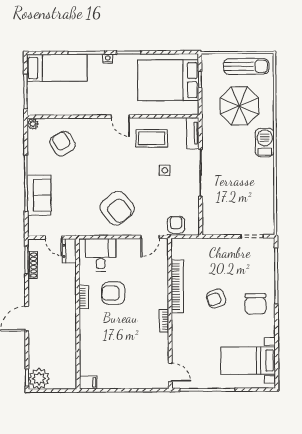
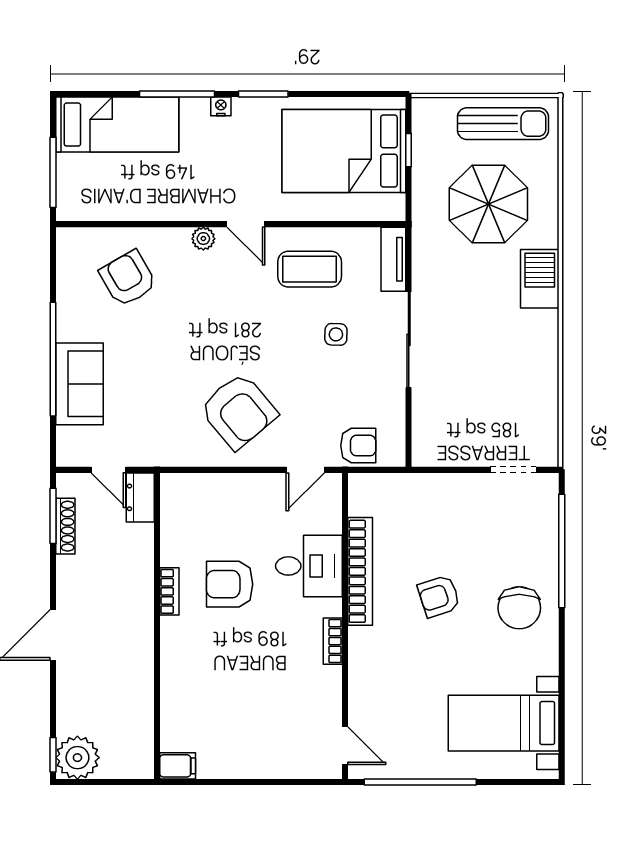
plant: (33, 124) -> (203, 239), moved
armchair: (176, 225) -> (358, 446), turned 90
desk: (101, 255) -> (309, 566), moved, turned 90

